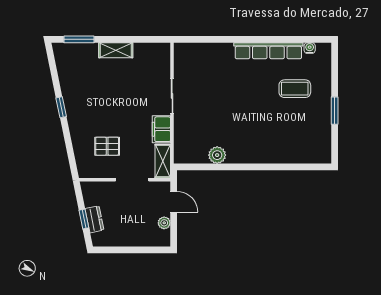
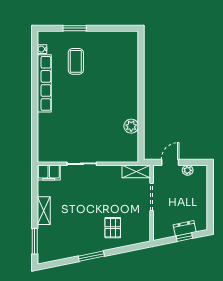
window: (61, 107) -> (91, 256), width x1.50
window: (335, 111) -> (75, 28), moved
filing cabinet: (161, 129) -> (49, 173), moved
pallet: (107, 146) -> (113, 228), moved

